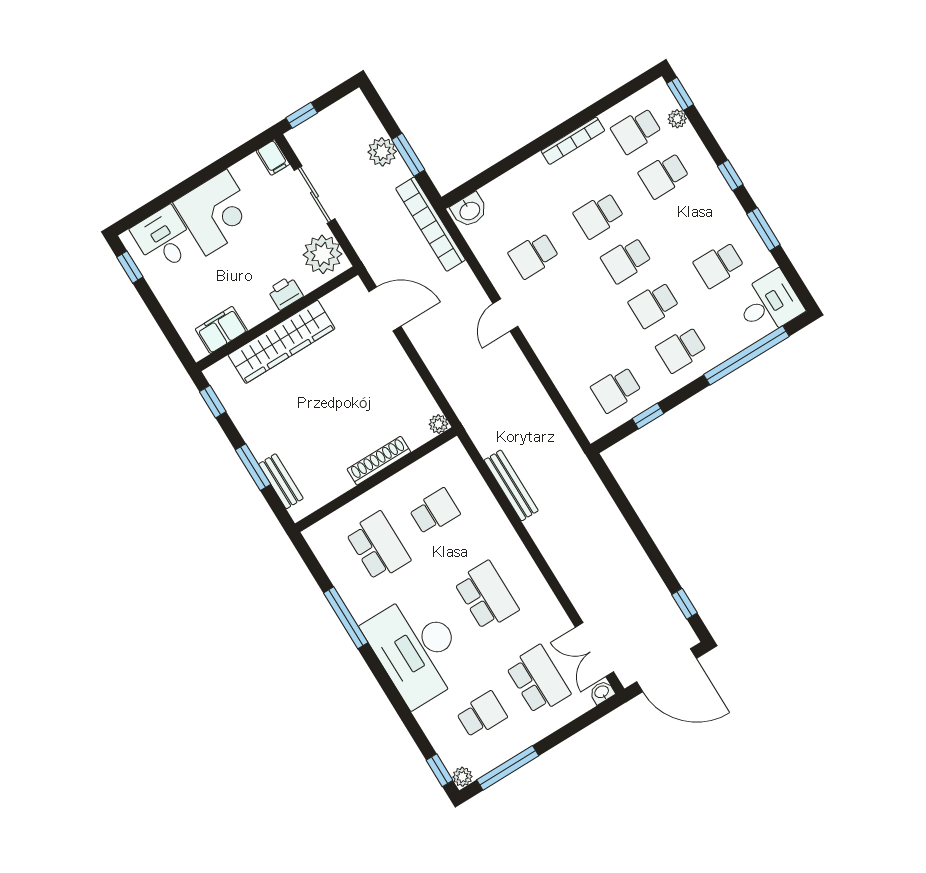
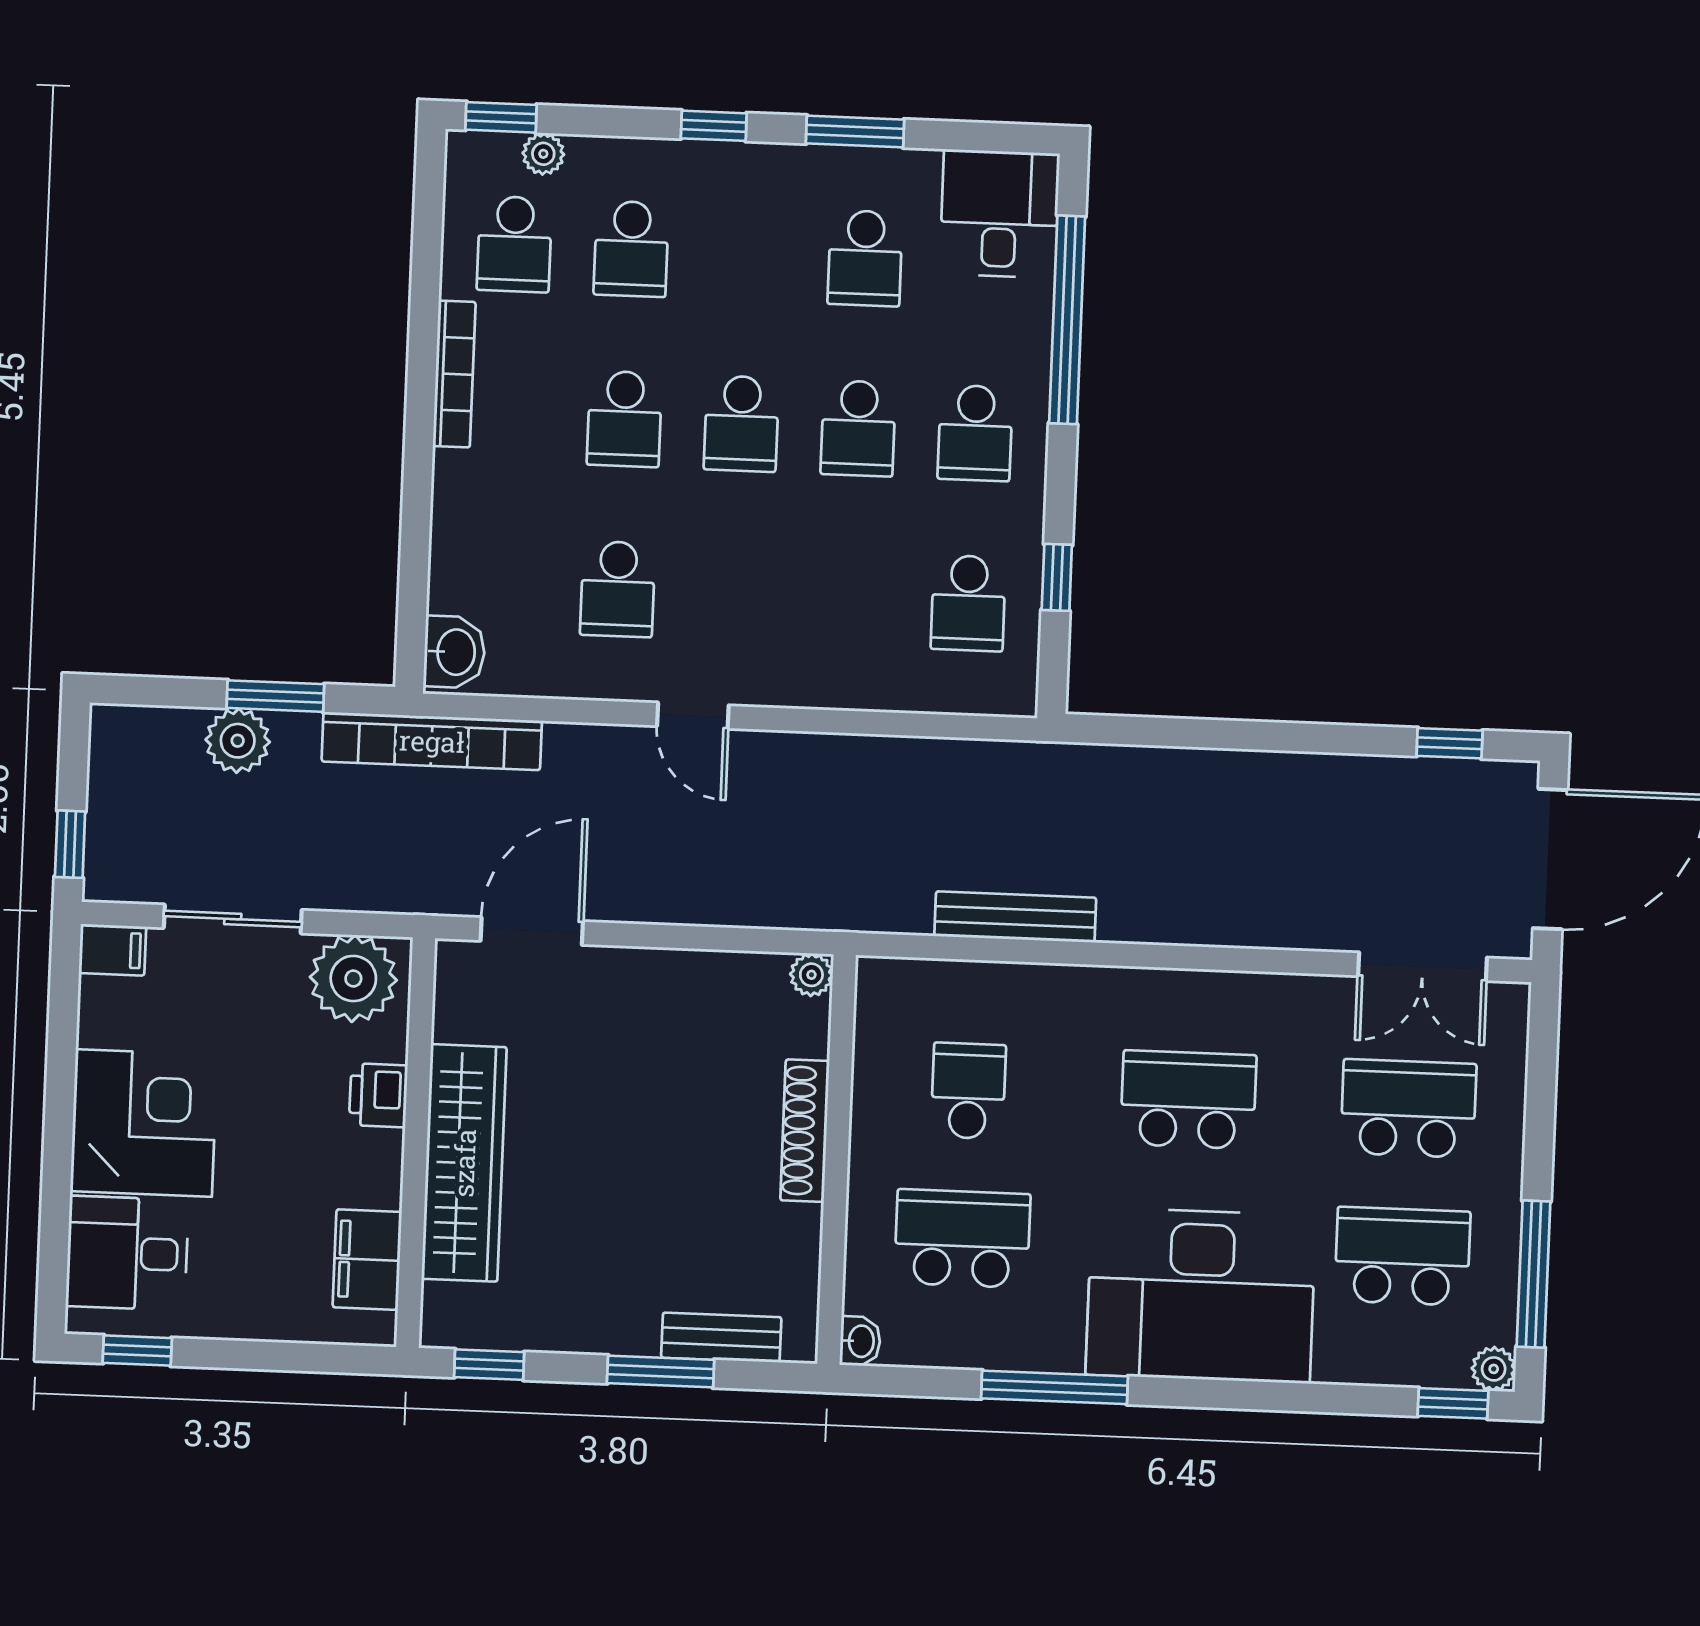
washbasin: (602, 692) -> (860, 1341), moved, turned 180
school desk: (482, 715) -> (1402, 1256), width x1.85

